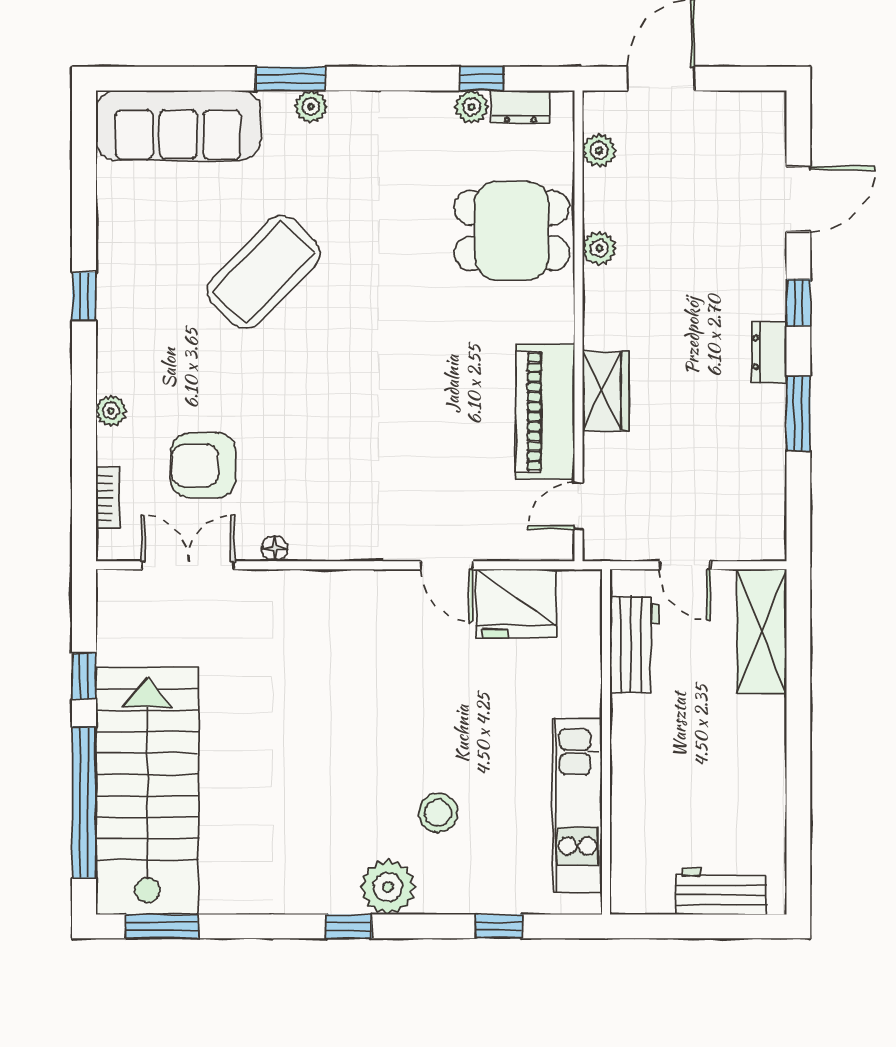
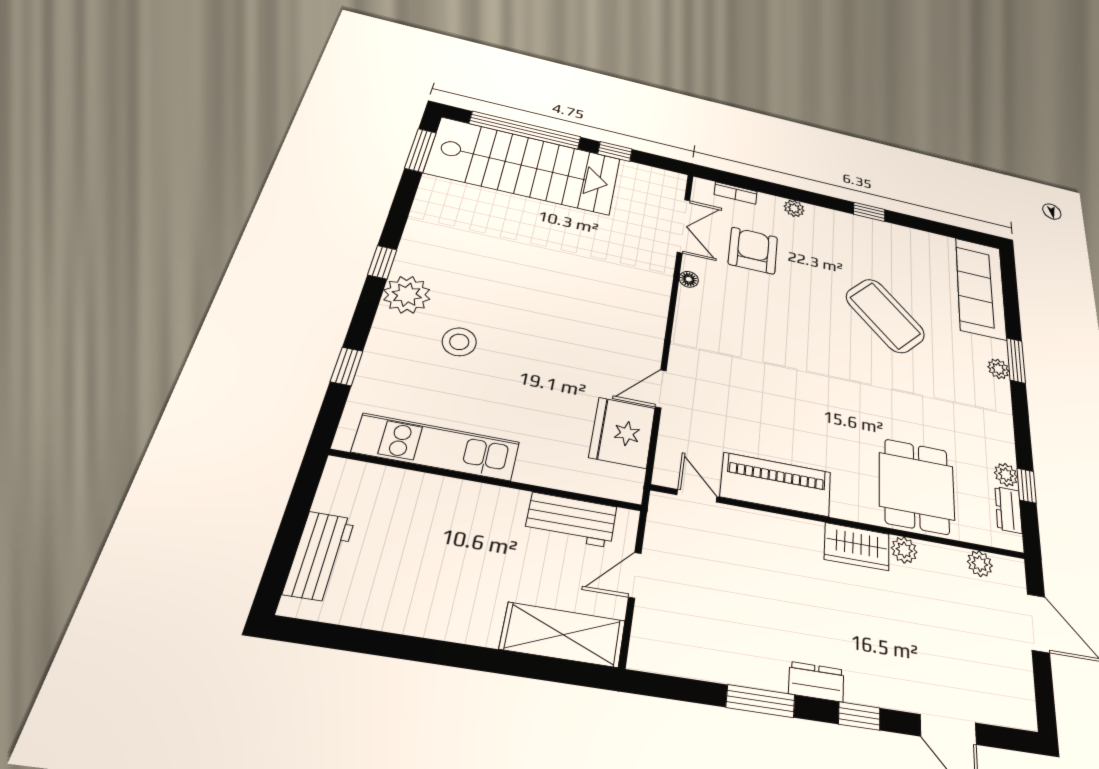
wardrobe: (606, 391) -> (857, 547), moved

